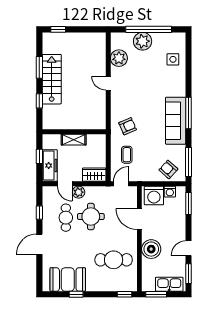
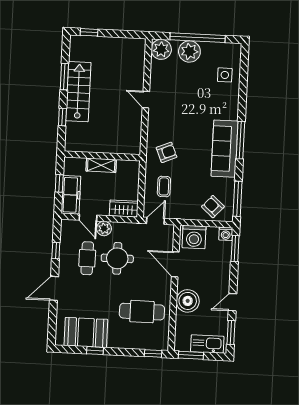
plant: (119, 58) -> (161, 49), moved
washing machine: (170, 192) -> (226, 234), moved

